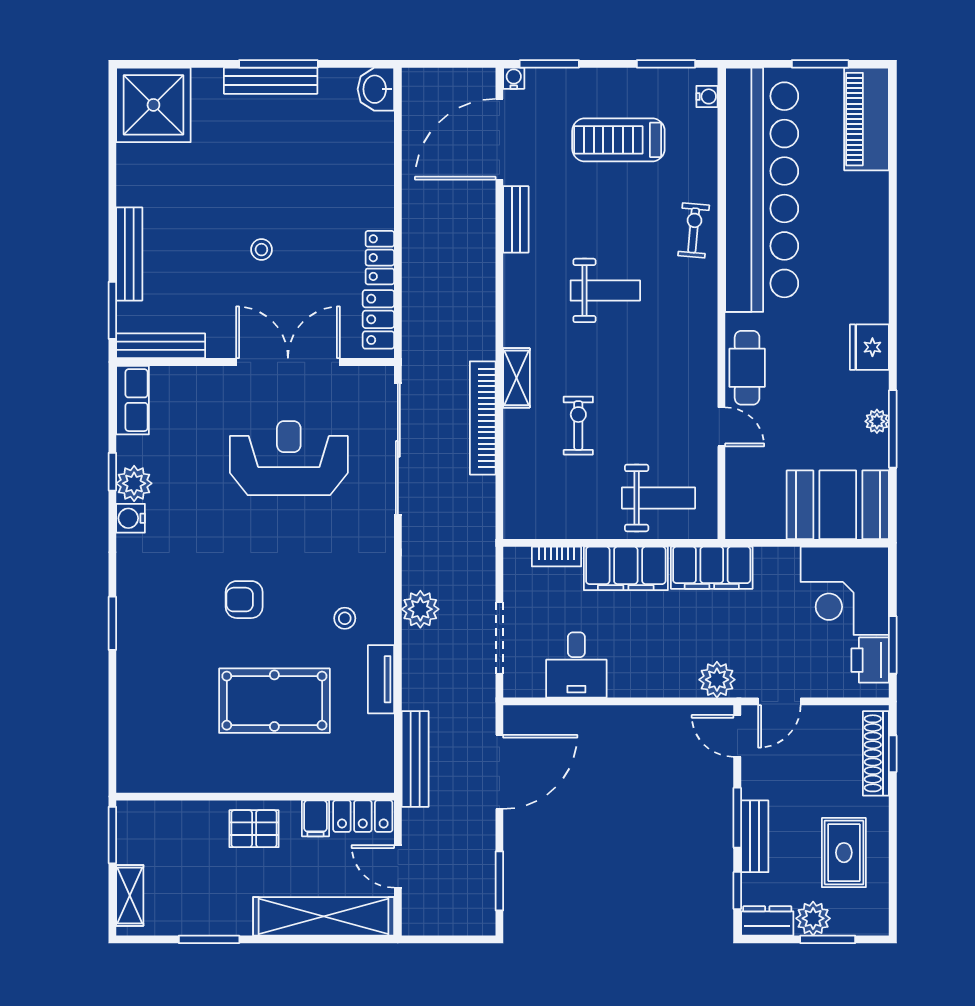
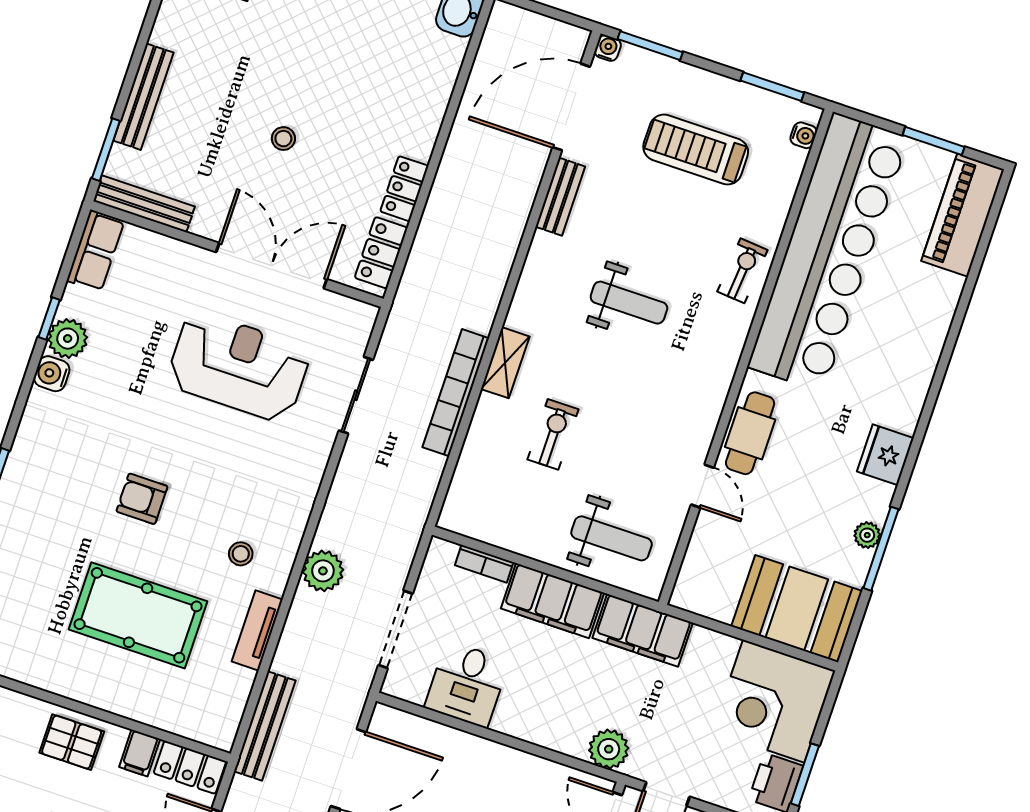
sliding door: (398, 449) -> (356, 395), width x0.54

